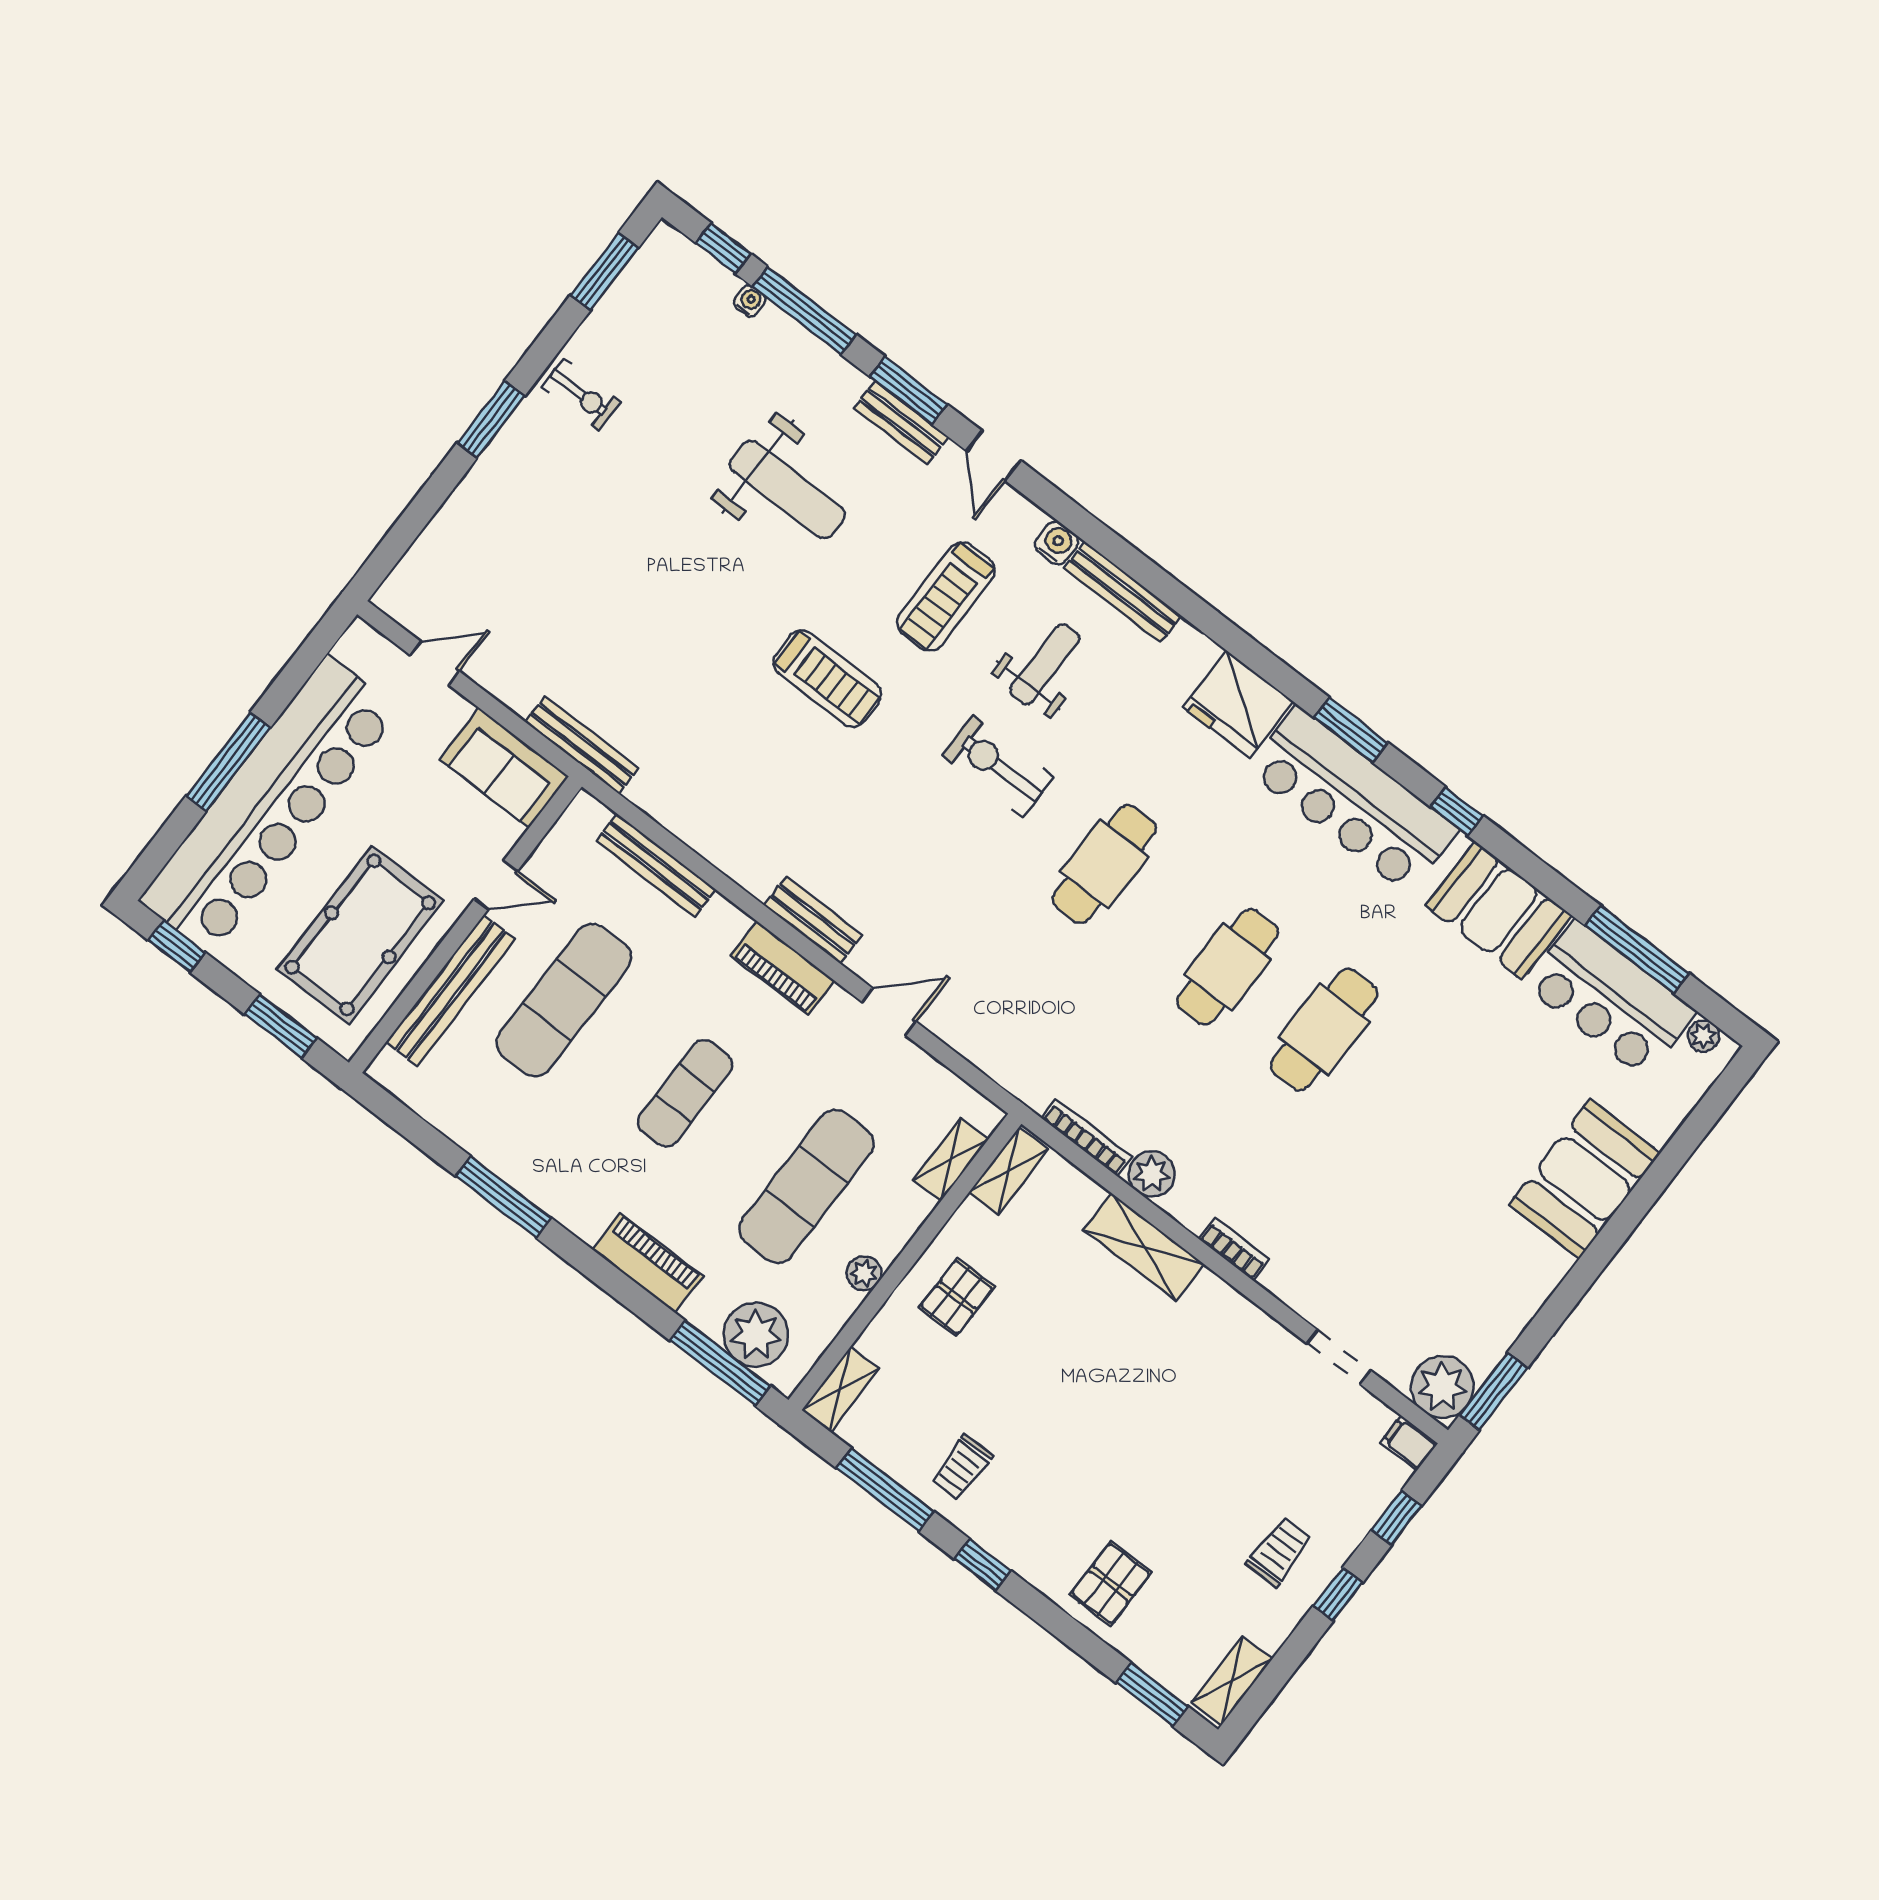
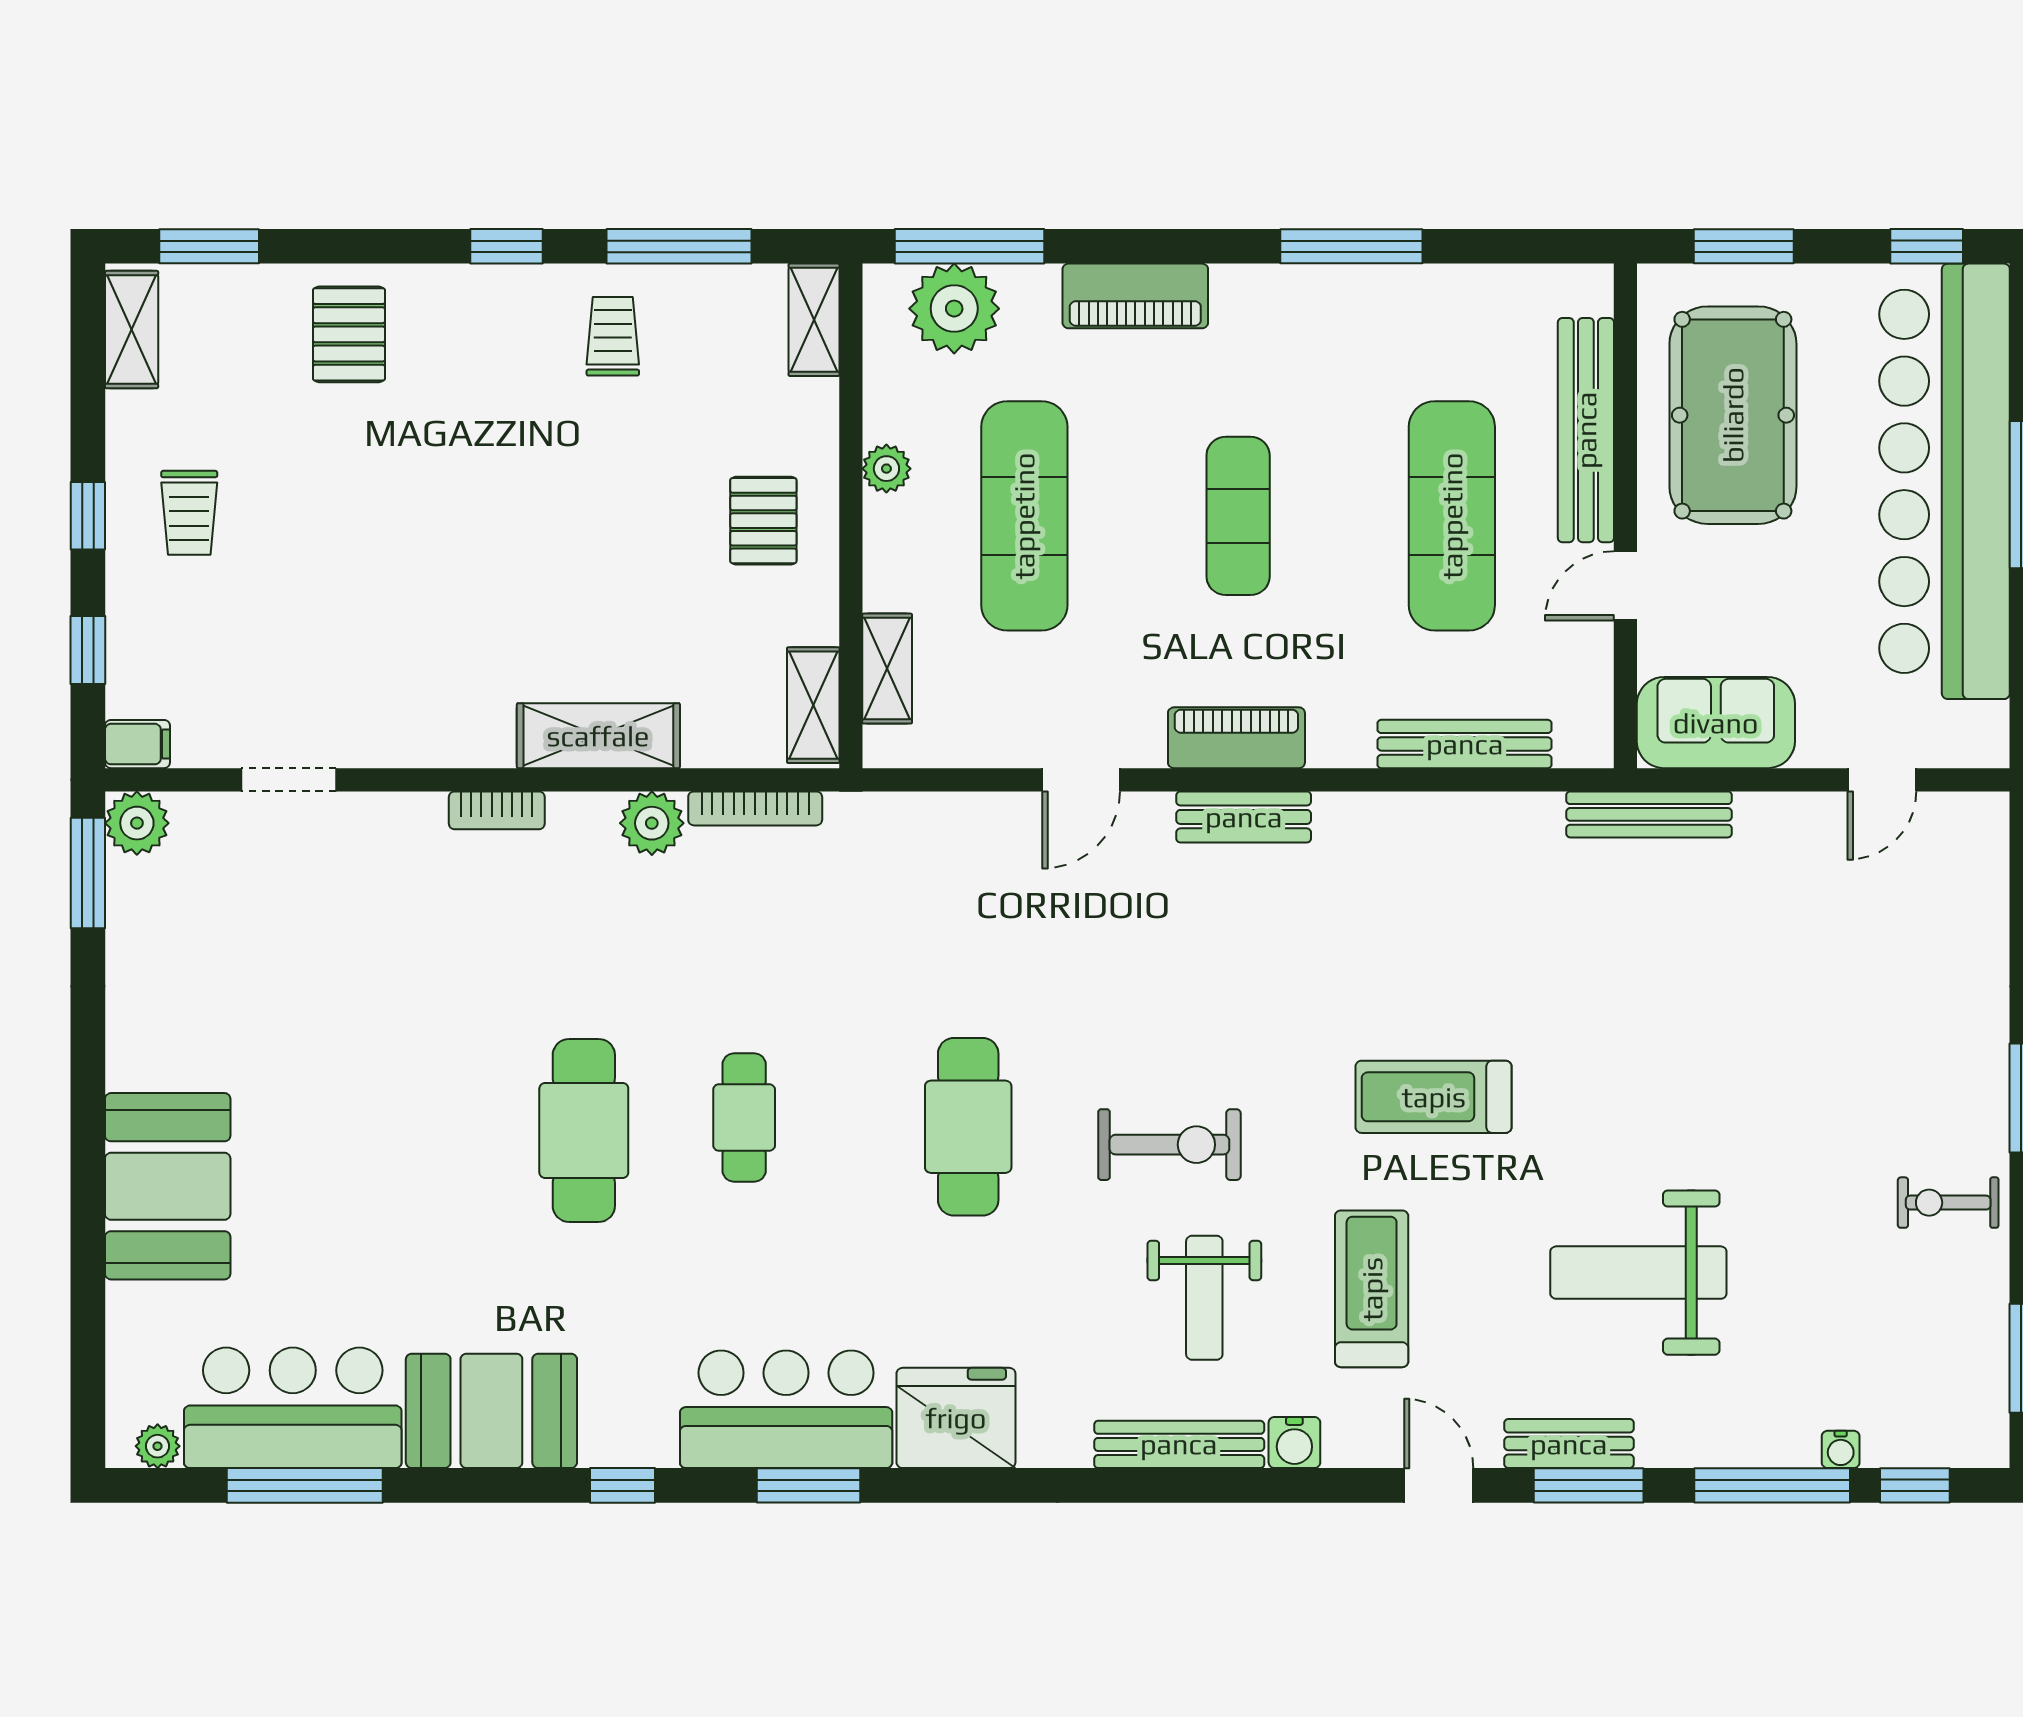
bar counter: (1353, 800) -> (786, 1409), width x0.73
cafe table: (1227, 967) -> (744, 1118), width x0.73, depth x0.74
plant: (1442, 1387) -> (137, 823), width x0.73, depth x0.73

